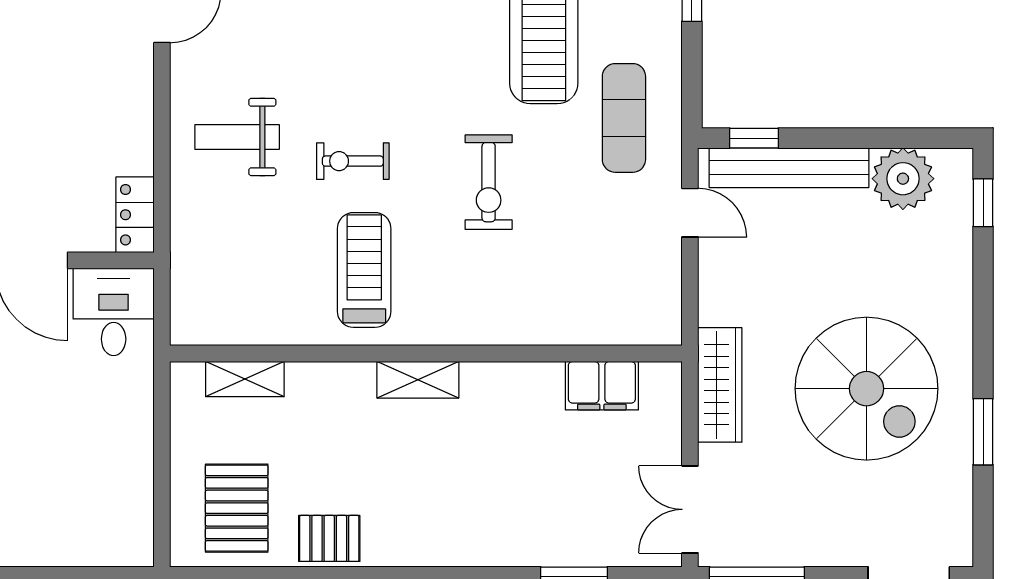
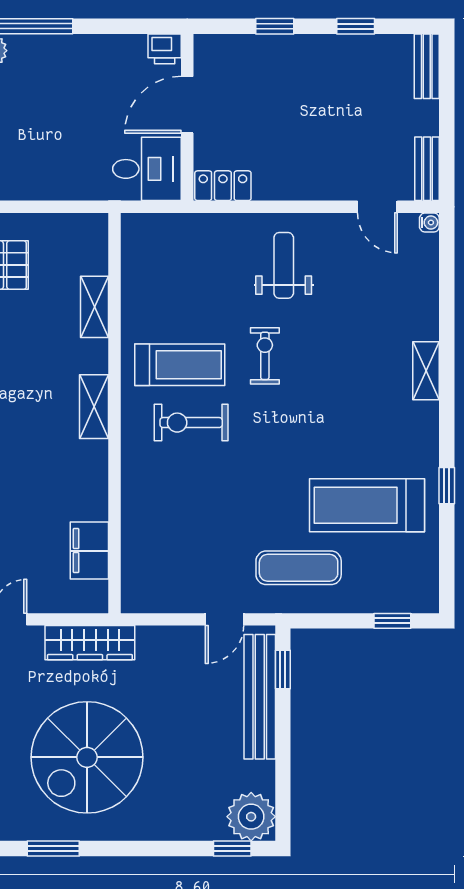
plant: (903, 179) -> (251, 817), moved
exercise bike: (489, 182) -> (191, 423), moved
shelving: (245, 379) -> (95, 307), moved

